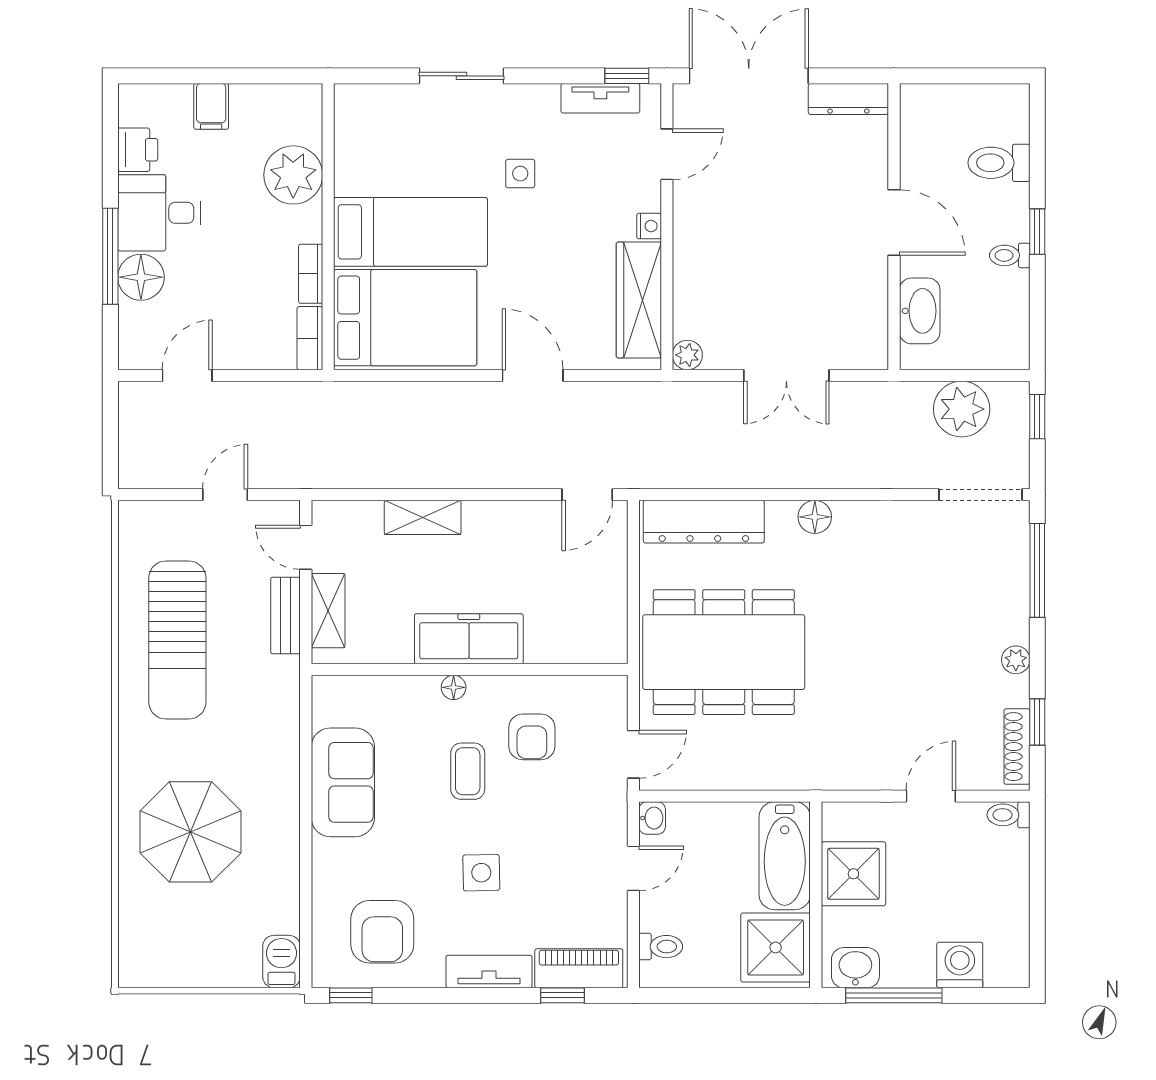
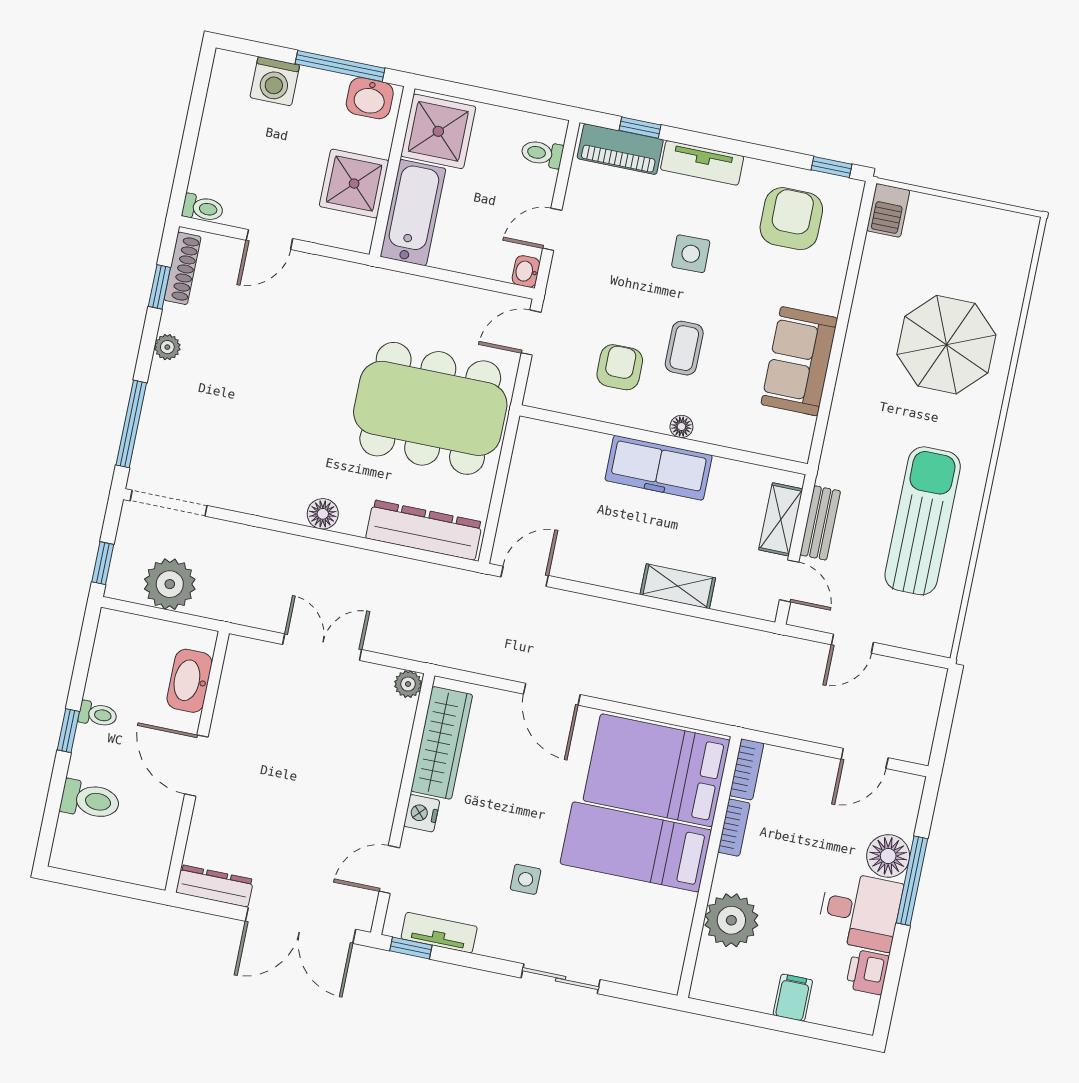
nightstand: (649, 226) -> (422, 813), width x1.39, depth x1.35

